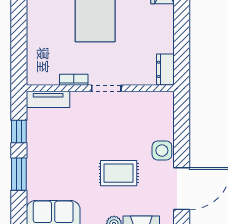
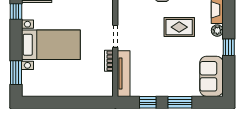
tv unit: (48, 99) -> (124, 74), width x1.41
rug: (119, 173) -> (179, 27), turned 90

